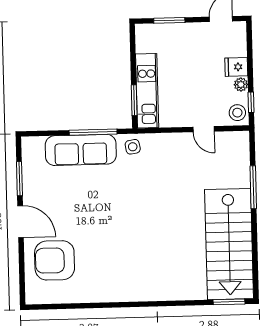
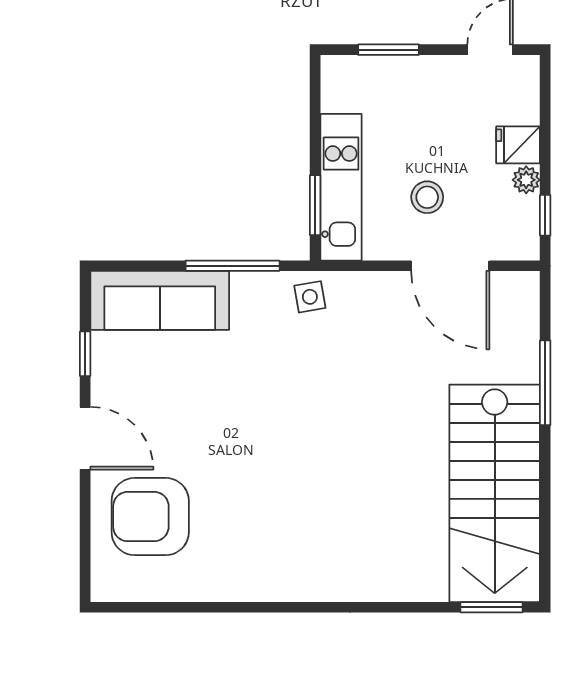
stool: (237, 113) -> (427, 197), moved
door: (204, 129) -> (450, 266), width x1.87
sofa: (81, 150) -> (160, 300), moved
window: (19, 179) -> (85, 354), width x0.67

